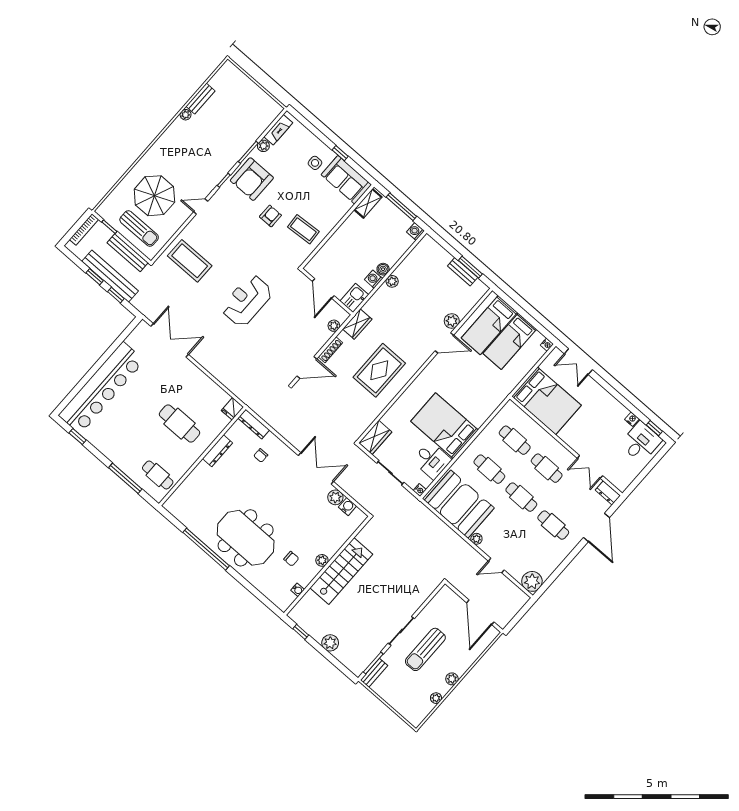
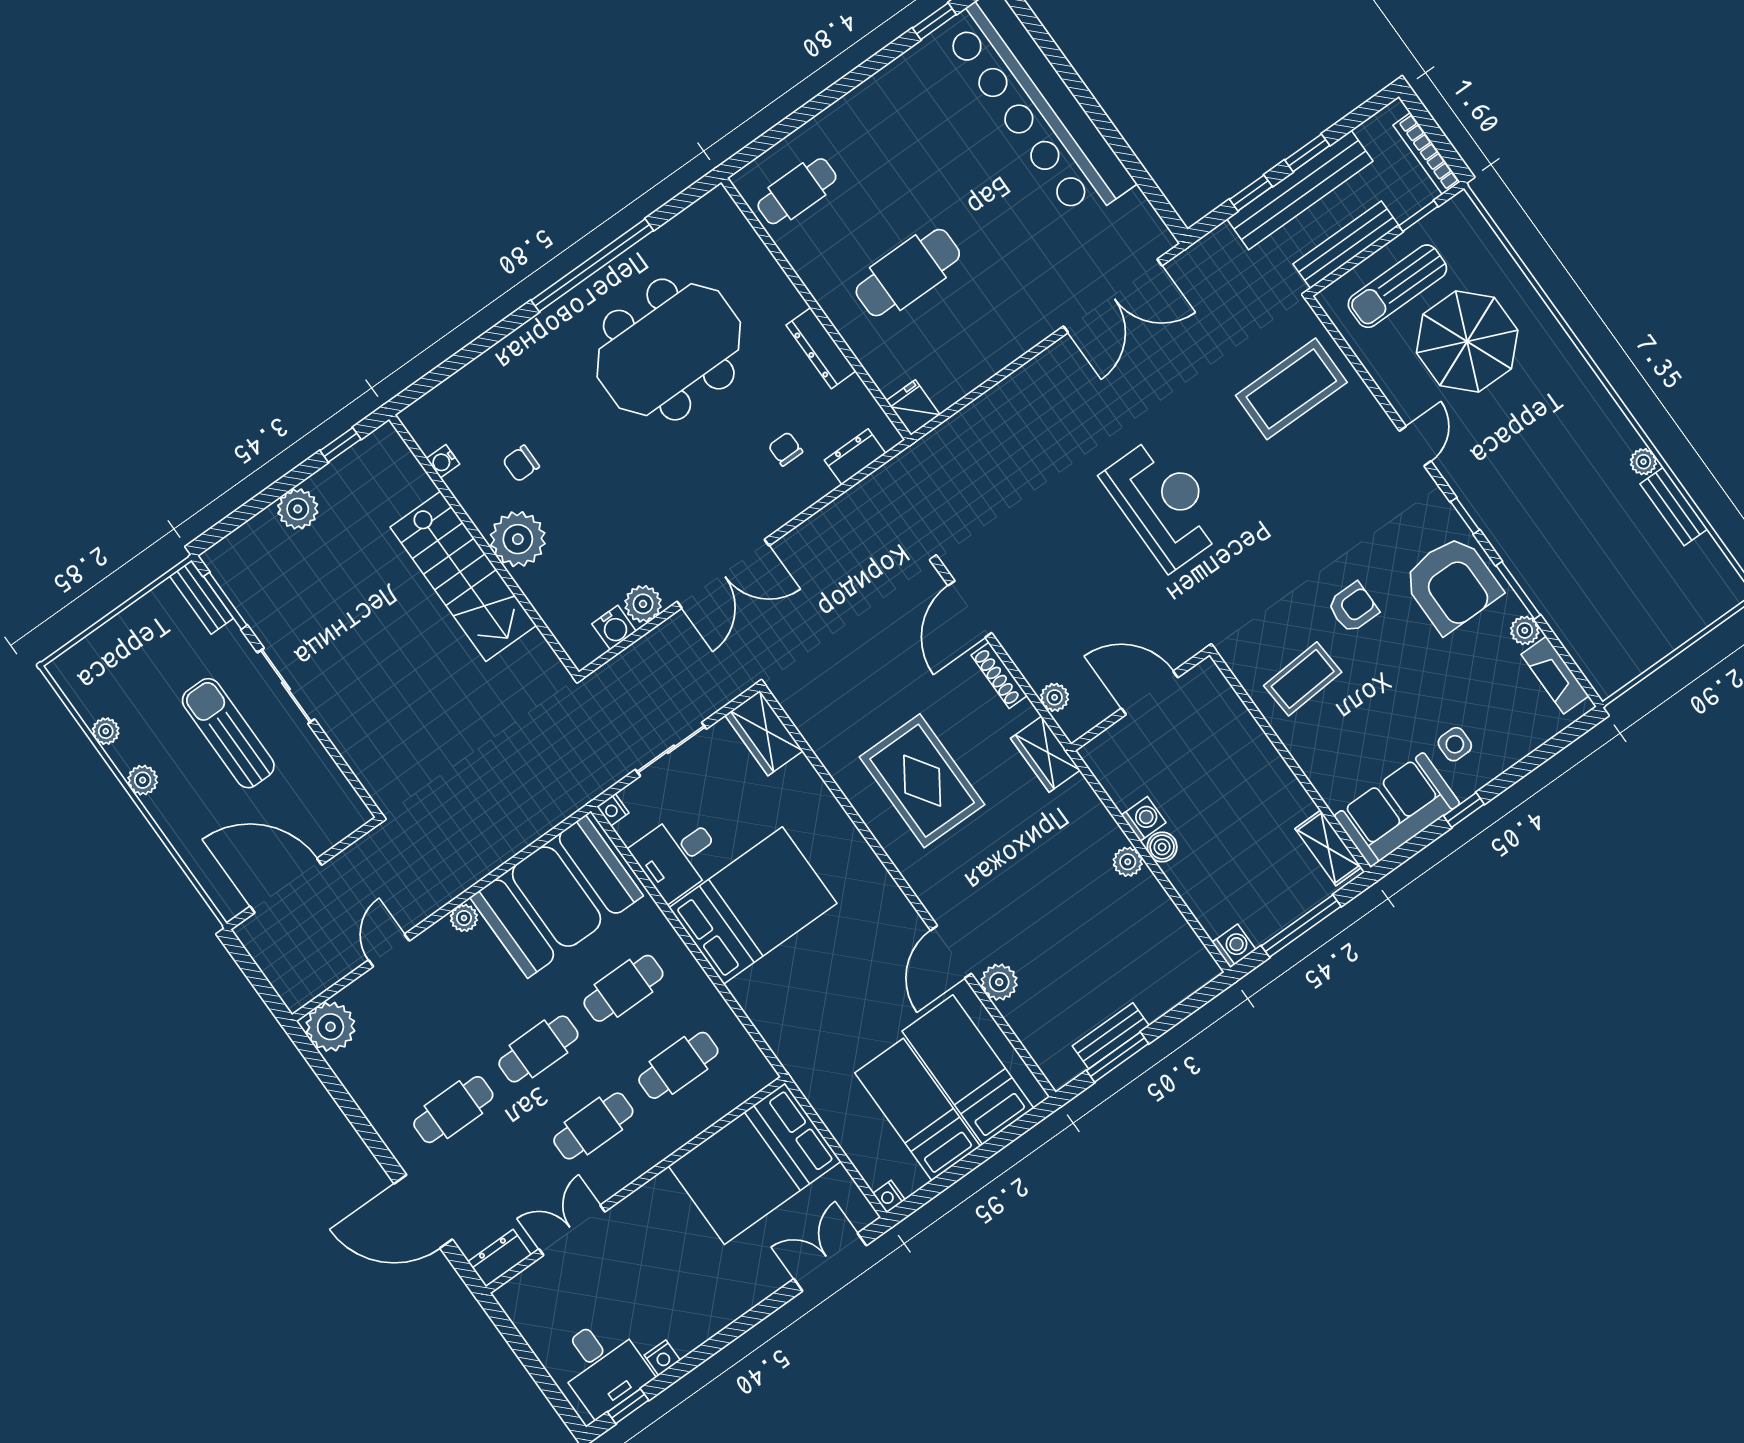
armchair: (252, 179) -> (1452, 584), turned 180
armchair: (270, 216) -> (1353, 608), turned -90
kitchen sink: (354, 298) -> (1110, 762), removed
dresser: (254, 424) -> (855, 457), width x0.70
window: (125, 478) -> (807, 112), removed
meeting table: (246, 538) -> (669, 350), moved
plant: (322, 560) -> (518, 539), width x1.87, depth x1.87

